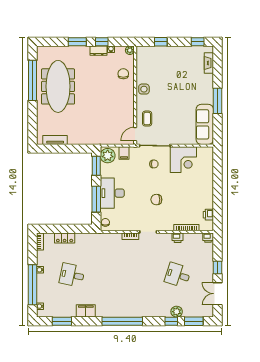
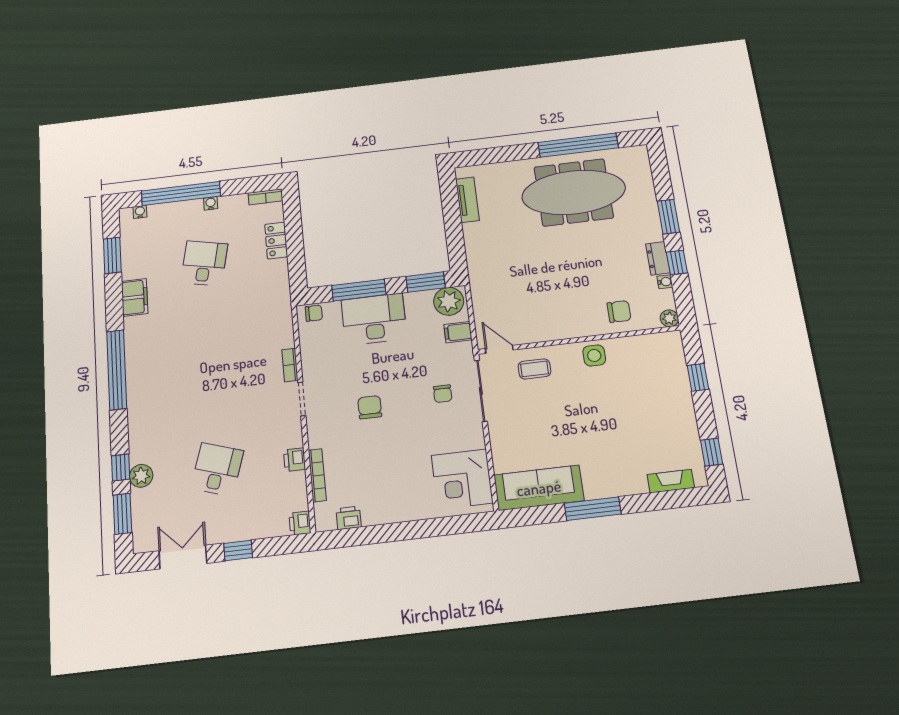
corner desk: (183, 160) -> (462, 479), moved

